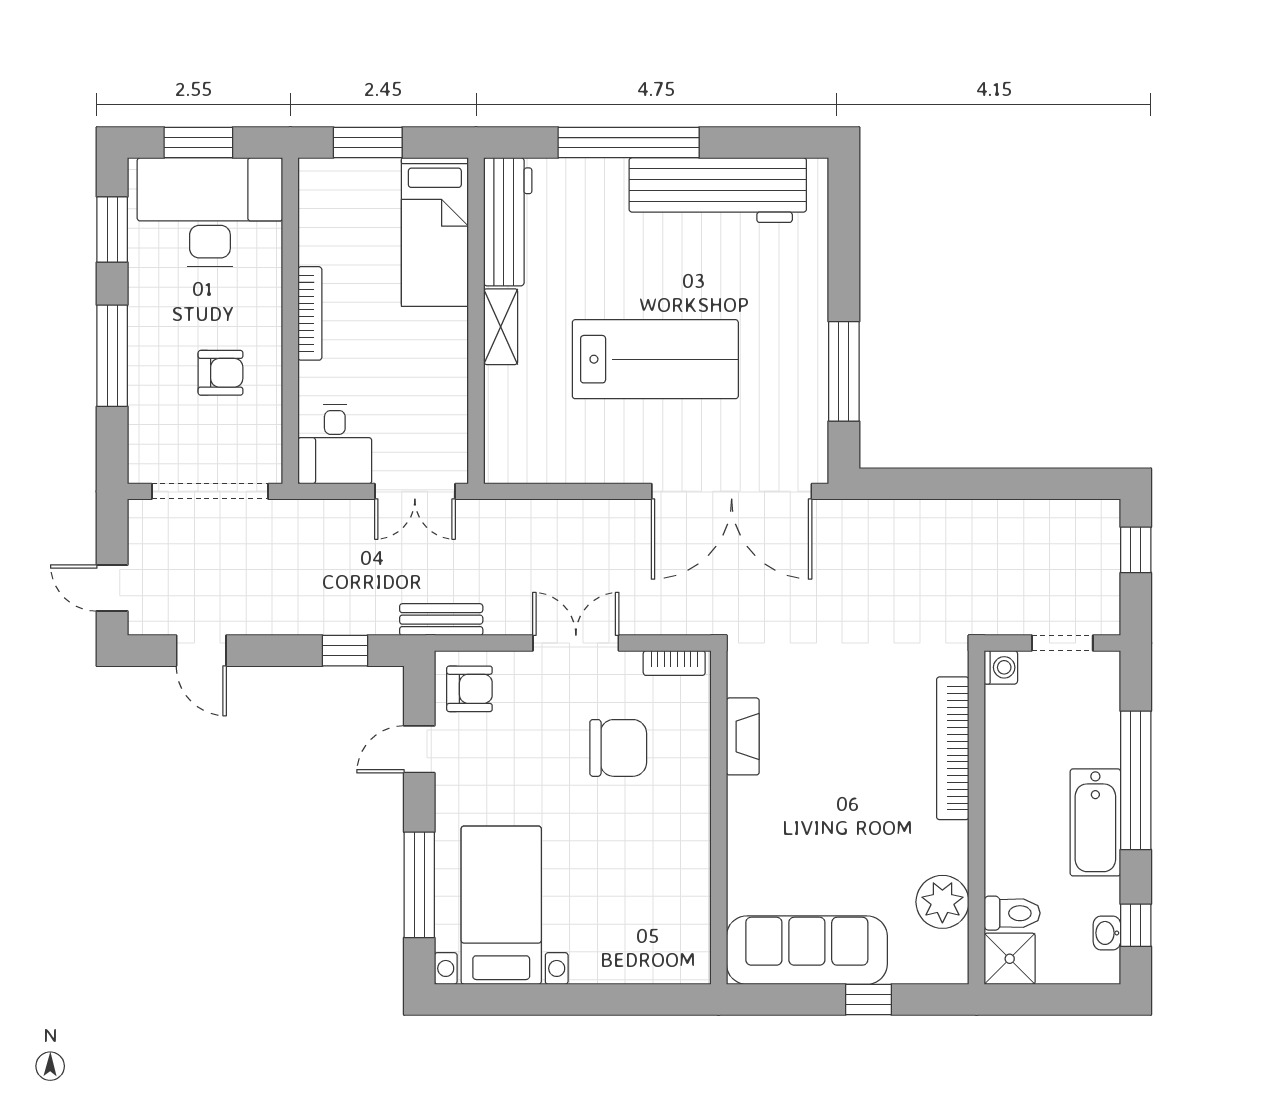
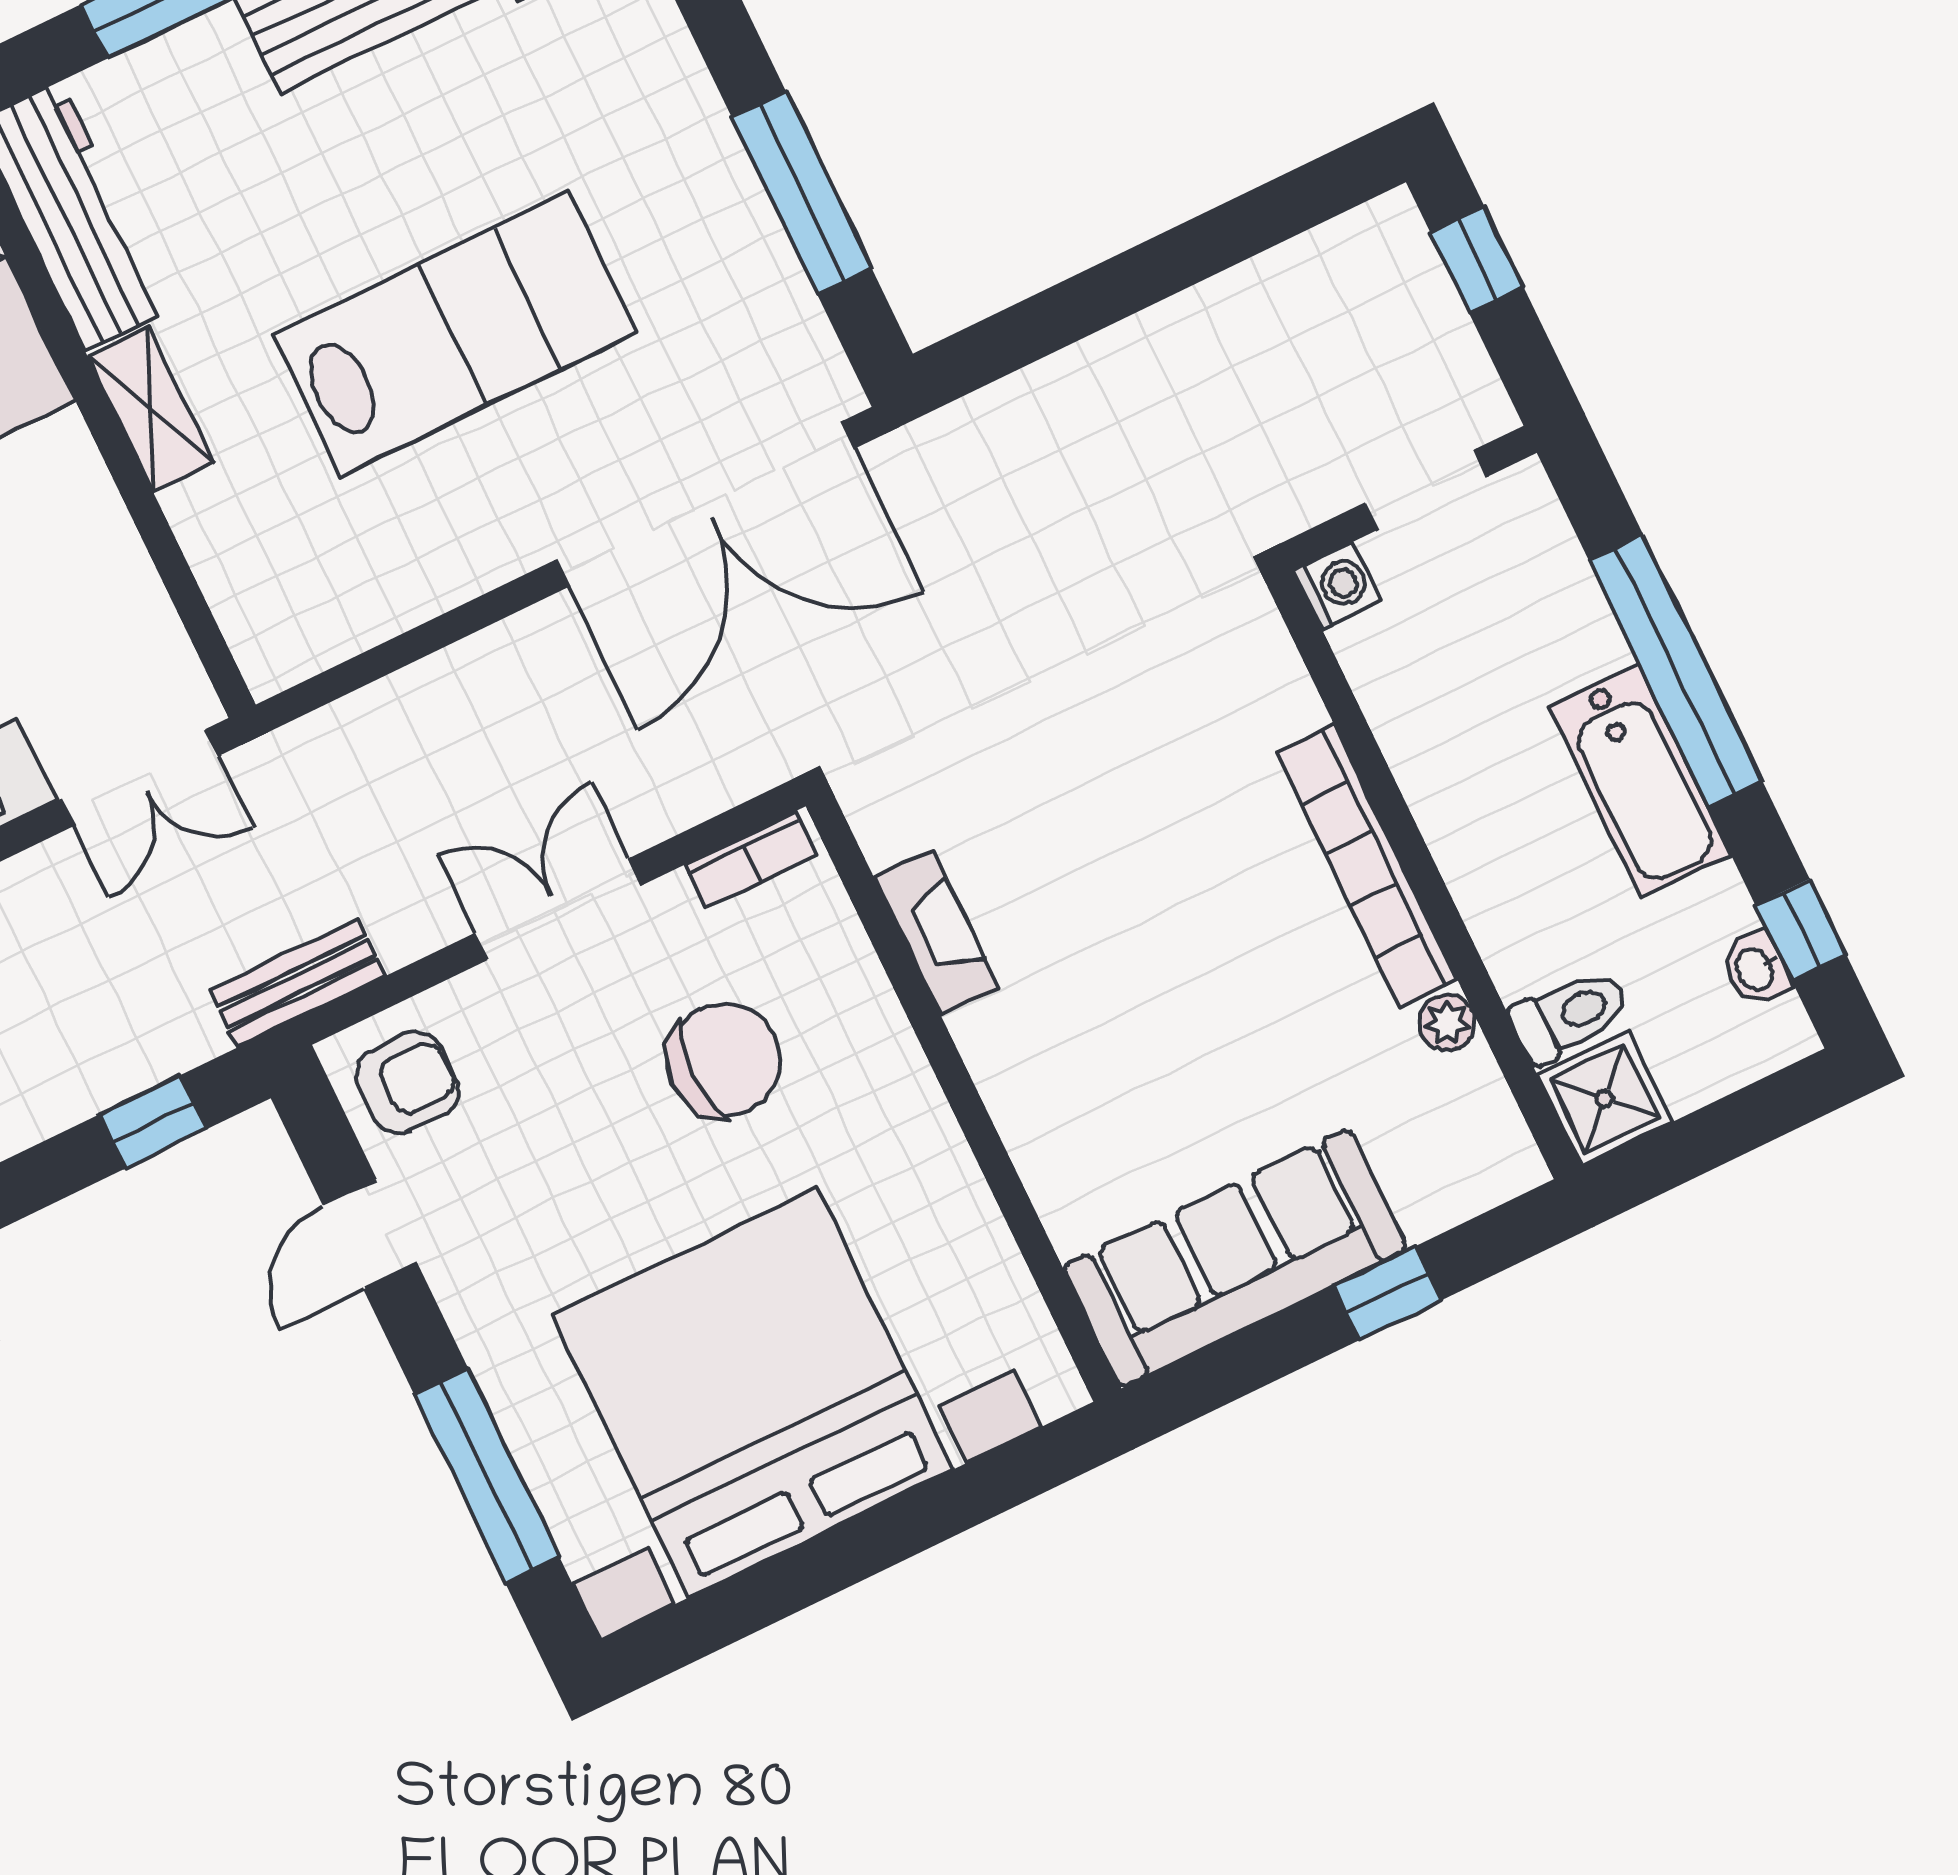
bookcase: (953, 748) -> (1367, 866), moved
plant: (942, 902) -> (1447, 1022), width x0.53, depth x0.53
bed with nightstands: (501, 905) -> (752, 1392), width x1.85

